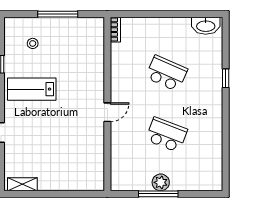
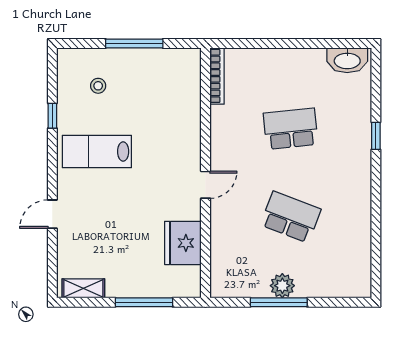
bookcase: (115, 30) -> (217, 76), width x1.56
school desk: (166, 73) -> (291, 129), turned -30
fridge: (92, 153) -> (183, 243), added
window: (65, 194) -> (144, 302), added

